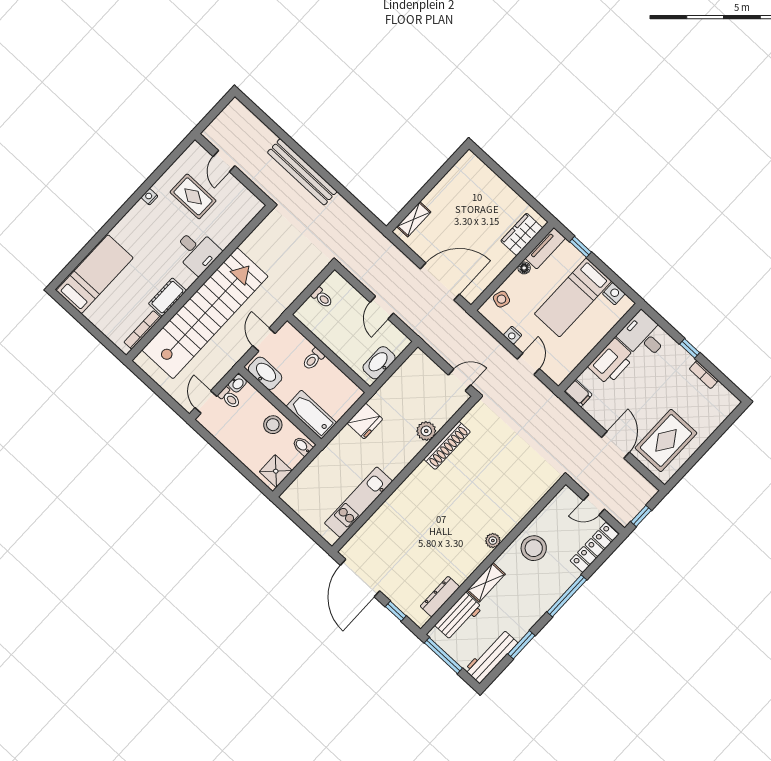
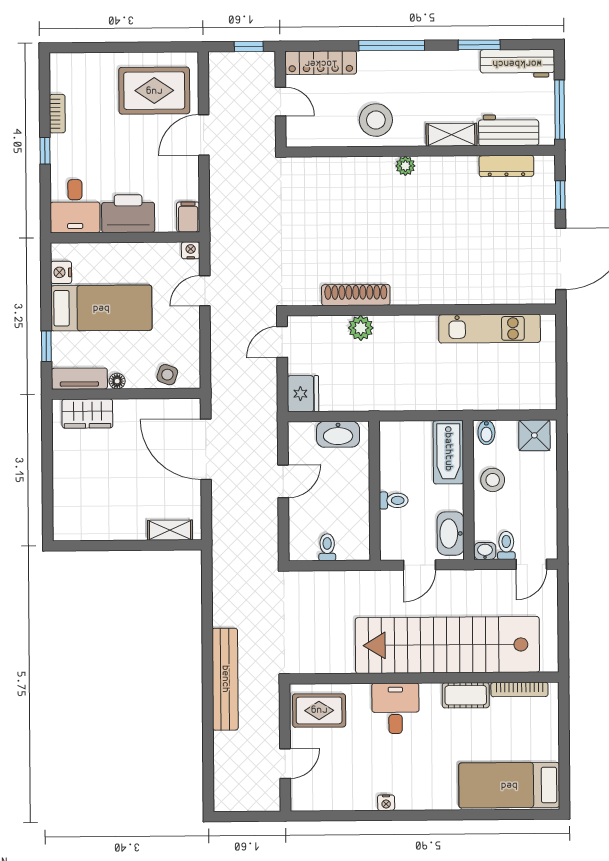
rug: (193, 196) -> (319, 710), moved, turned 90
nightstand: (513, 335) -> (191, 250), moved, turned -90
door: (460, 380) -> (282, 342), hinge flipped
fridge: (365, 421) -> (303, 394), moved, turned 90

